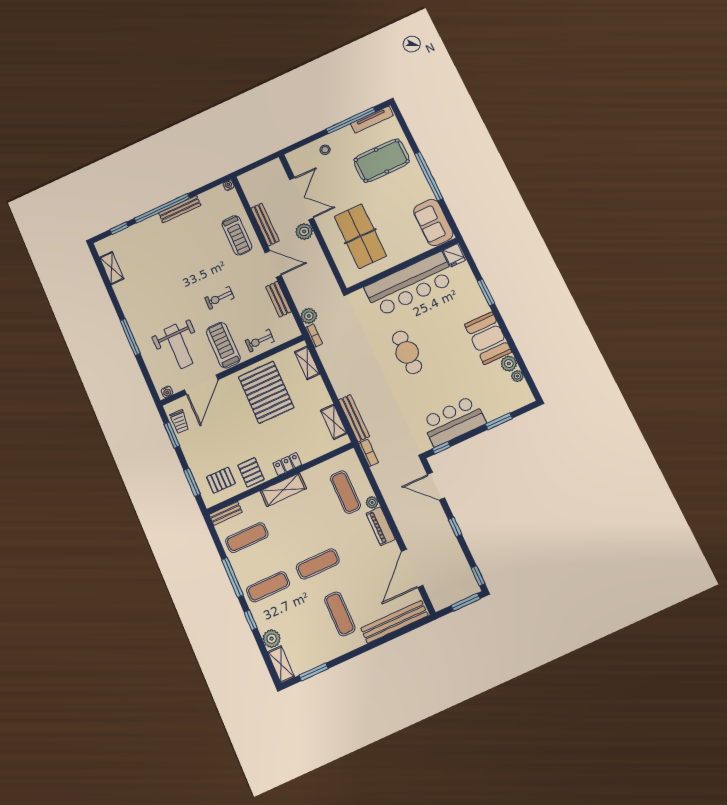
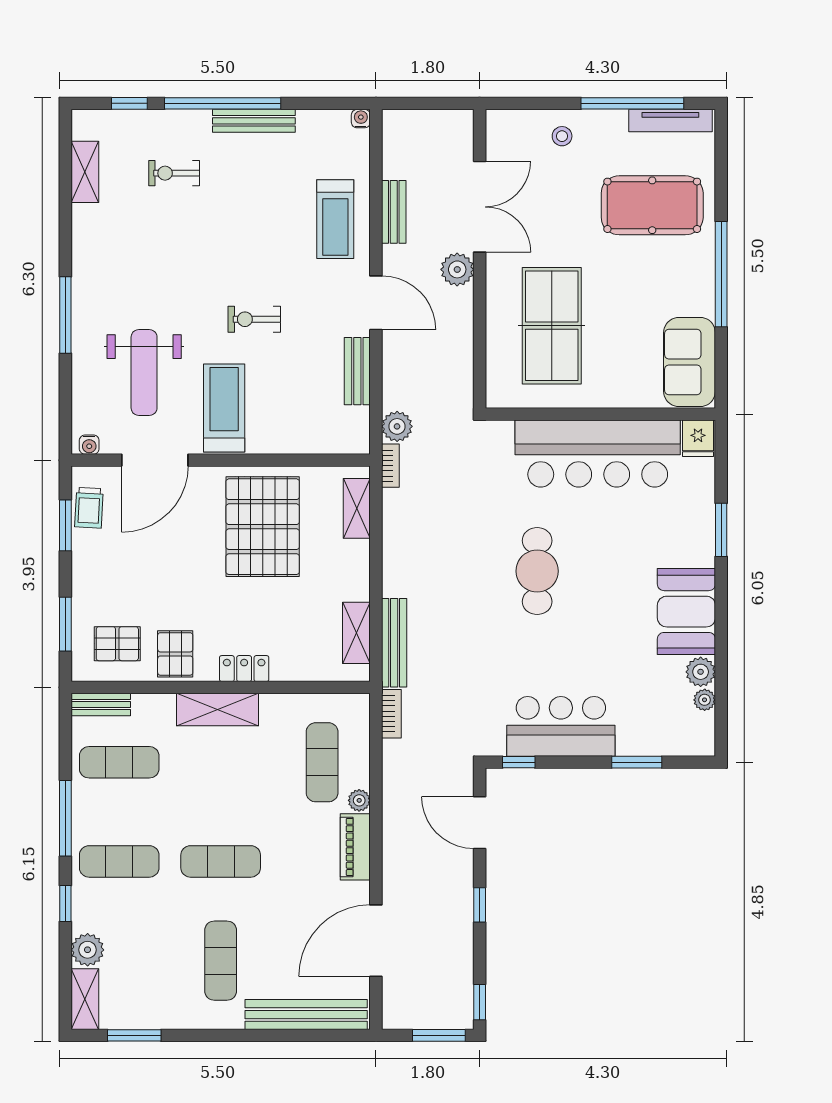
bench: (265, 225) -> (394, 212), width x0.73
exercise bike: (260, 341) -> (174, 173), moved

